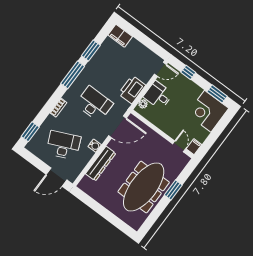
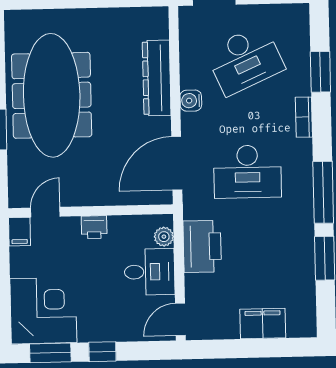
filing cabinet: (120, 36) -> (263, 324), moved
window: (188, 72) -> (102, 352), moved
printer: (166, 127) -> (94, 227), added
window: (30, 132) -> (320, 72), moved
door: (179, 146) -> (45, 212), swing flipped

